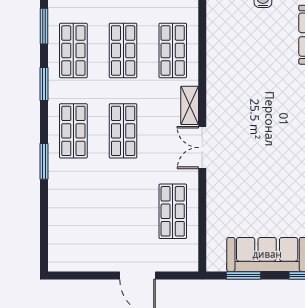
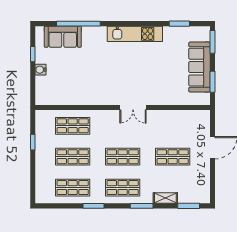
window: (44, 26) -> (189, 206), moved
shelving: (190, 105) -> (165, 198), moved
shop shelf: (173, 211) -> (173, 157), moved

